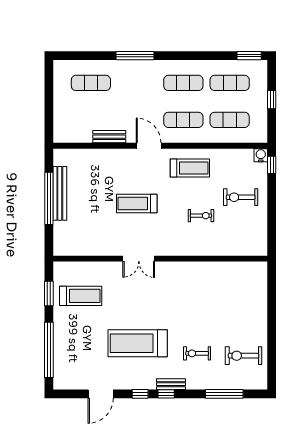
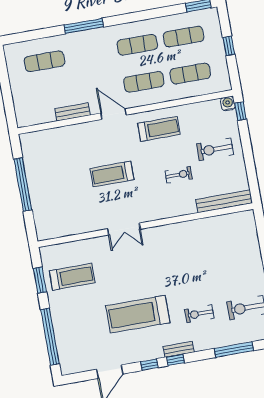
bench: (60, 193) -> (224, 201), moved, turned 90

